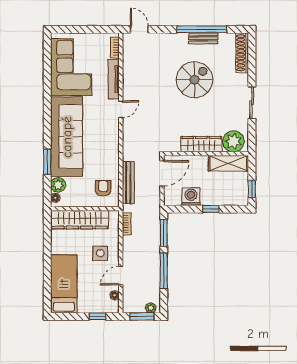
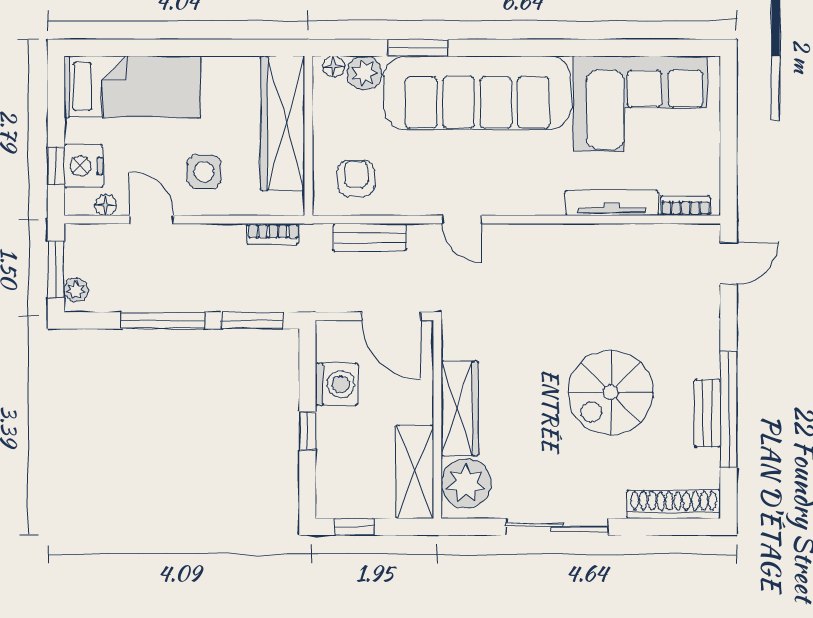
spiral stairs: (194, 80) -> (611, 392), turned 90
sliding door: (252, 103) -> (557, 527), width x1.37
door: (121, 109) -> (462, 220), moved
bench: (128, 182) -> (370, 237), width x0.73
armchair: (103, 188) -> (356, 179), turned -90
nightstand: (98, 305) -> (83, 166), added

